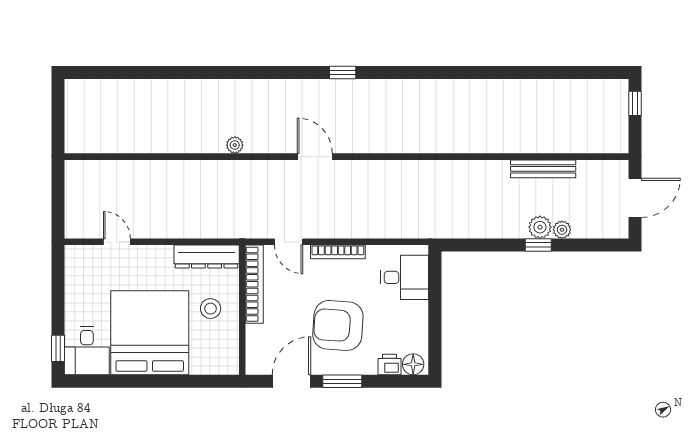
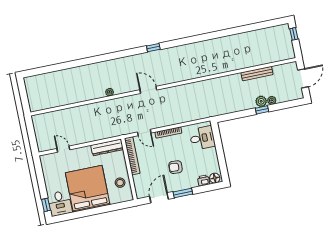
stool: (211, 309) -> (120, 183), moved
armchair: (338, 325) -> (176, 167), width x0.53, depth x0.53

